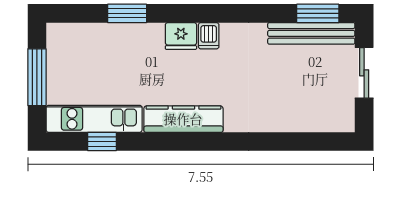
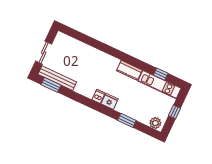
plant: (66, 36) -> (155, 123), added
window: (37, 77) -> (175, 112), width x0.46
kitchen counter: (183, 119) -> (129, 70), width x0.67

